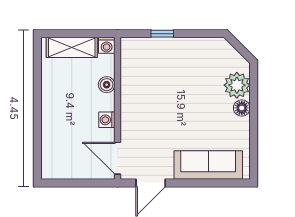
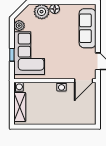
plant: (213, 46) -> (19, 26), added
corner sofa: (165, 64) -> (29, 53), added
boiler: (107, 85) -> (41, 87), removed

